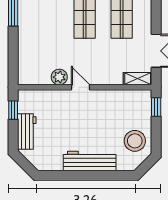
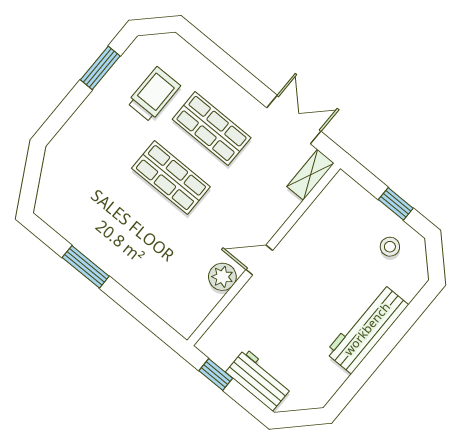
window: (156, 107) -> (396, 204), moved
stool: (135, 141) -> (390, 247), width x0.53, depth x0.53

